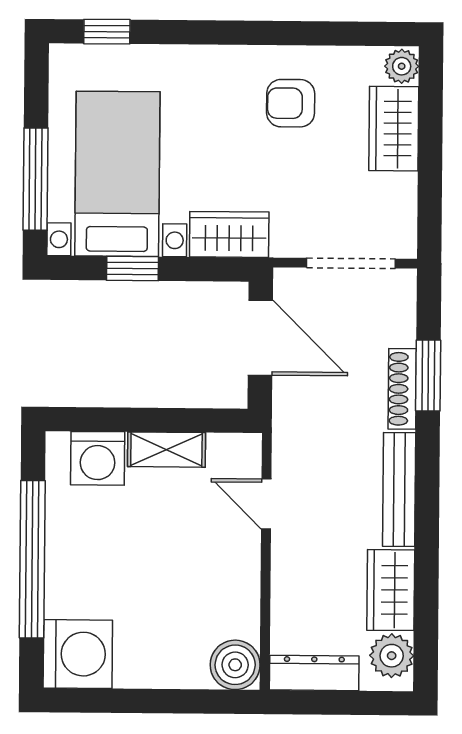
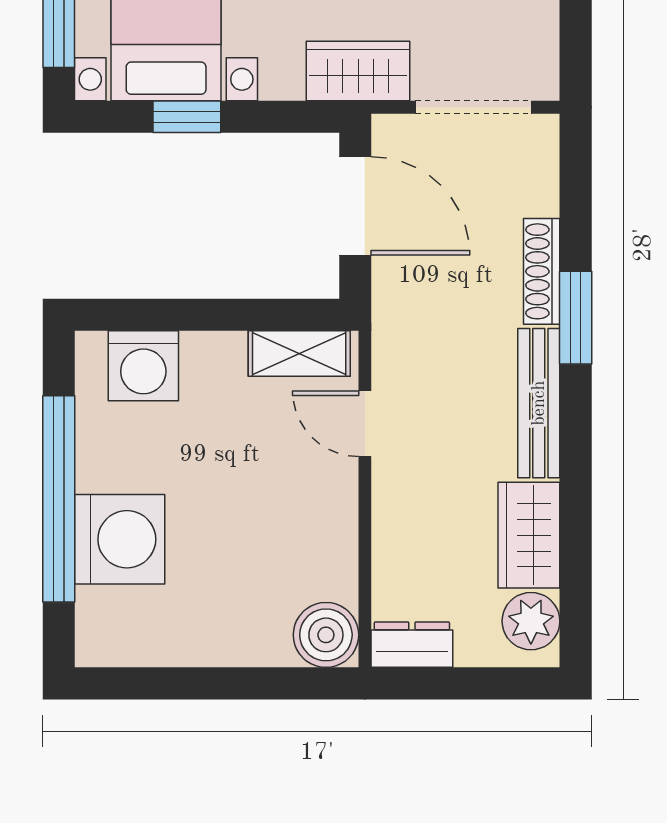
wardrobe: (229, 234) -> (358, 71), moved
window: (428, 376) -> (576, 318), moved
shelving: (166, 450) -> (299, 354), moved
washing machine: (78, 654) -> (120, 539), moved
dresser: (314, 673) -> (412, 645), width x0.70

